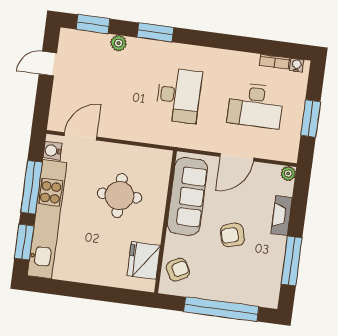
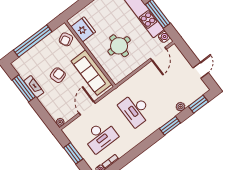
desk: (255, 106) -> (100, 136), turned 180
fireplace: (282, 215) -> (34, 87), moved

